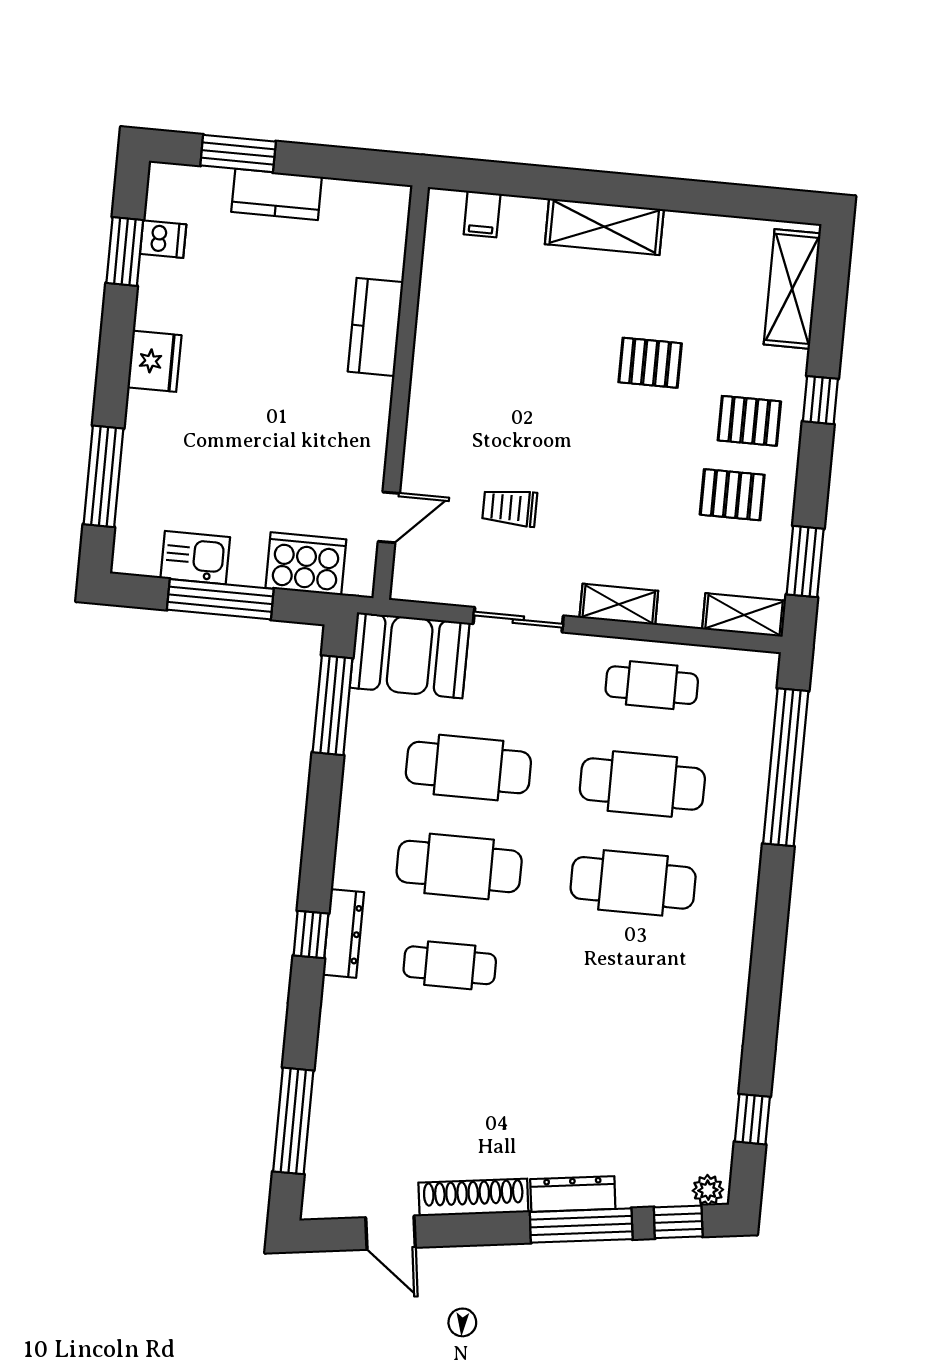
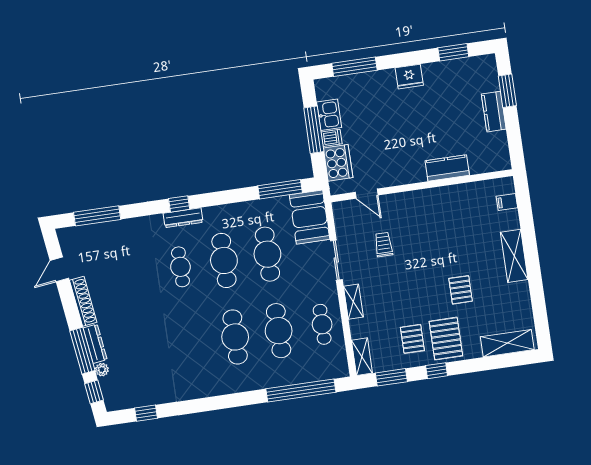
dishwasher: (163, 239) -> (332, 138), moved, turned -90
window: (820, 400) -> (437, 371), moved
pallet: (749, 421) -> (446, 339), width x1.50, depth x1.42
plant: (708, 1190) -> (102, 370), moved

